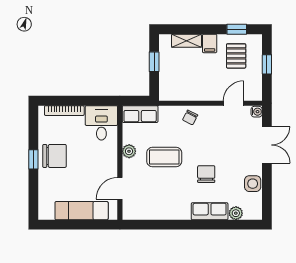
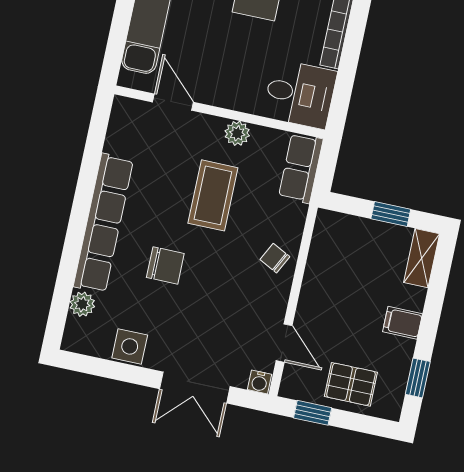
shelving: (186, 41) -> (422, 258), moved
pallet: (236, 56) -> (351, 384), moved
window: (267, 64) -> (313, 413), moved
row of seats: (210, 211) -> (103, 223), width x2.02

